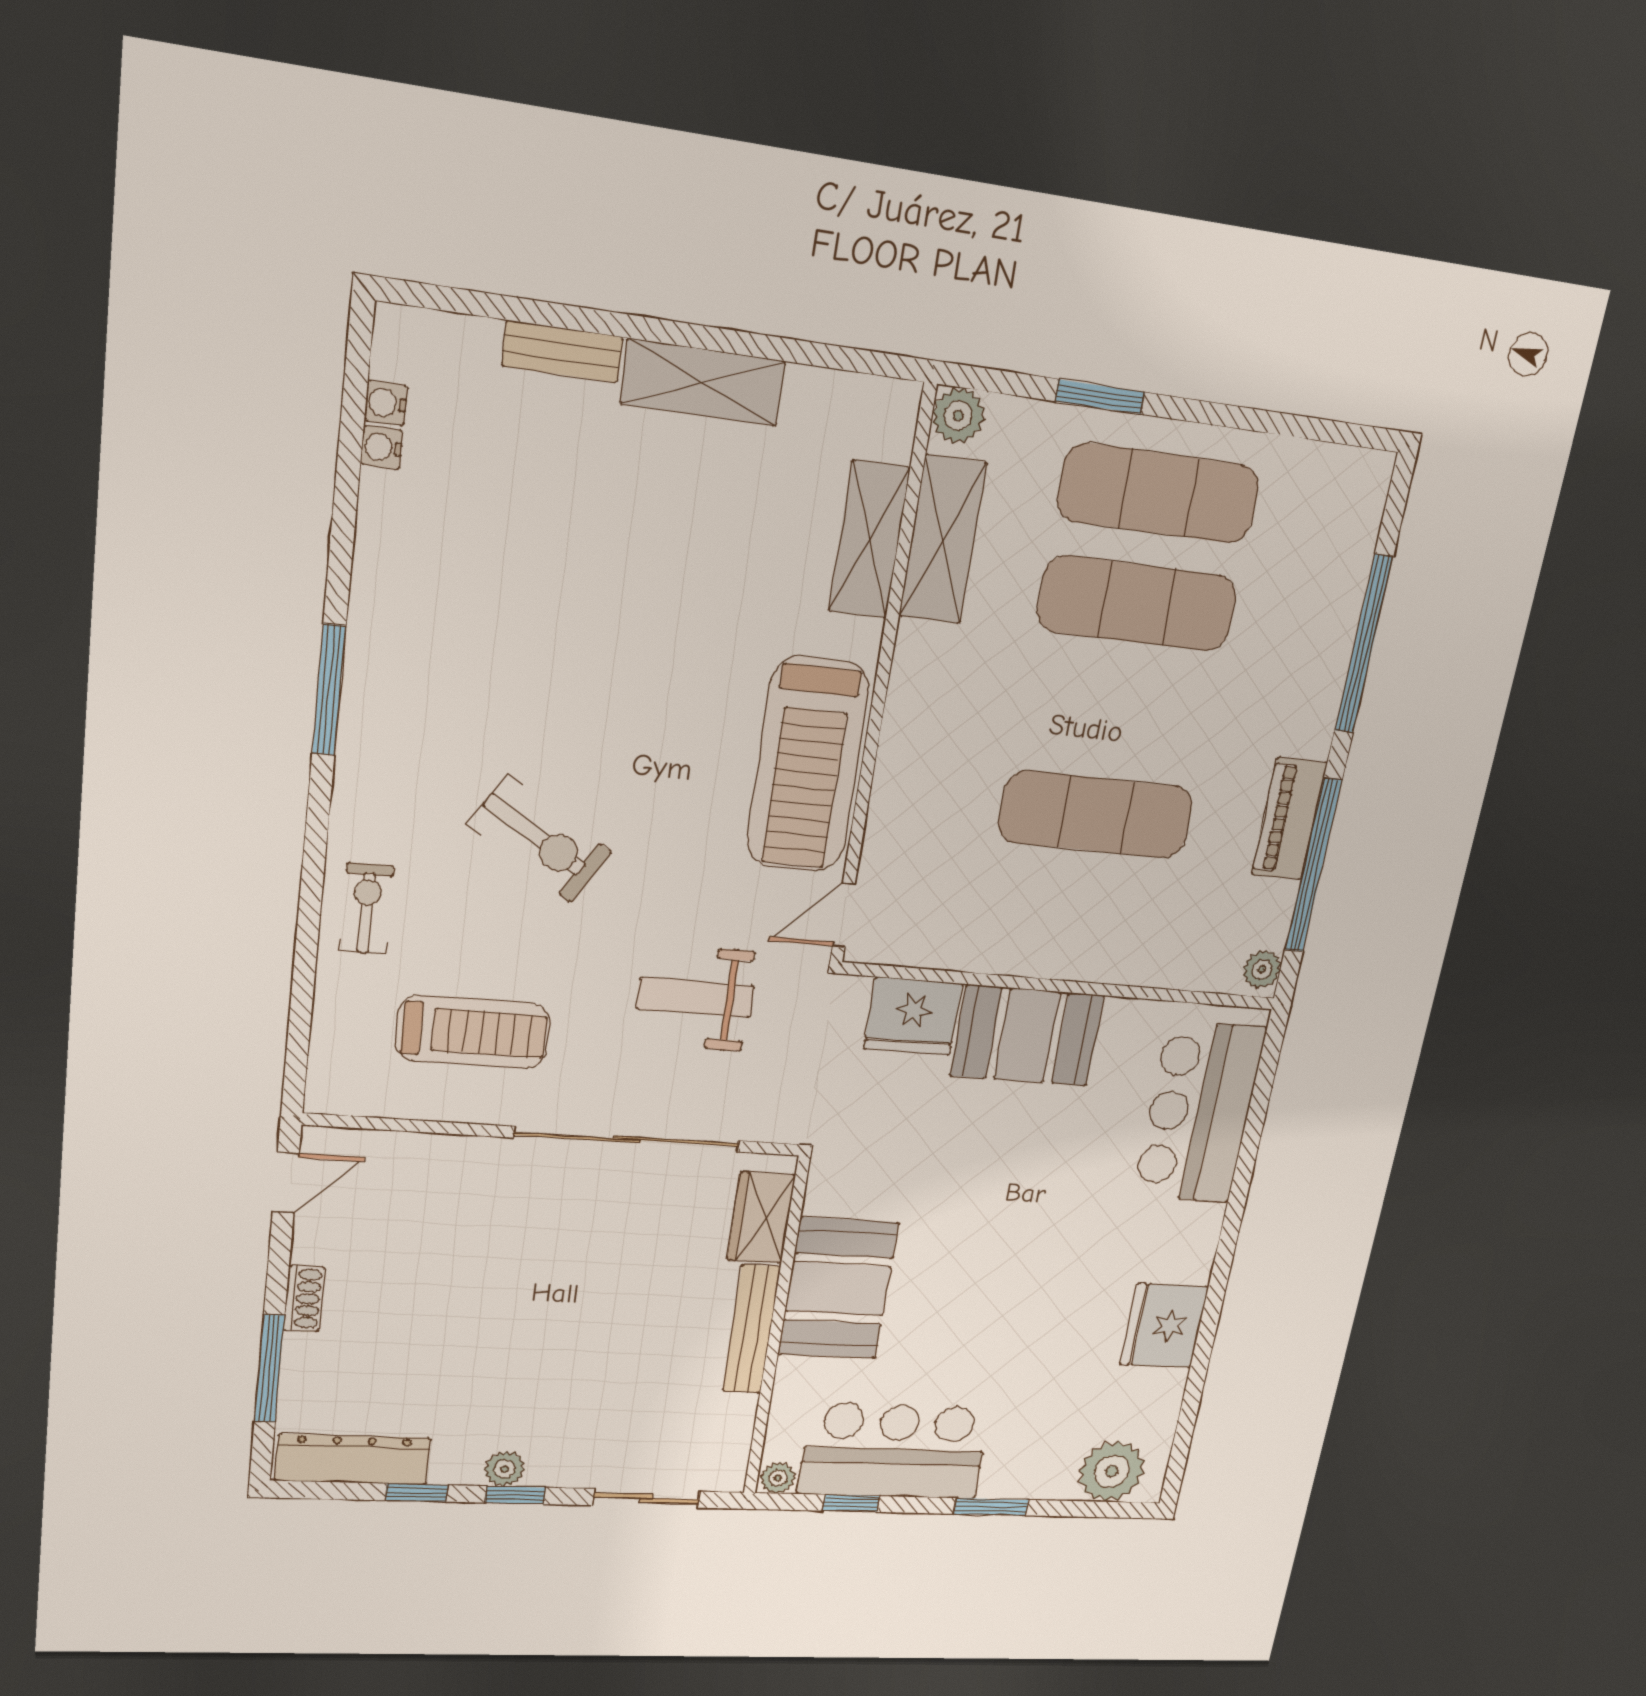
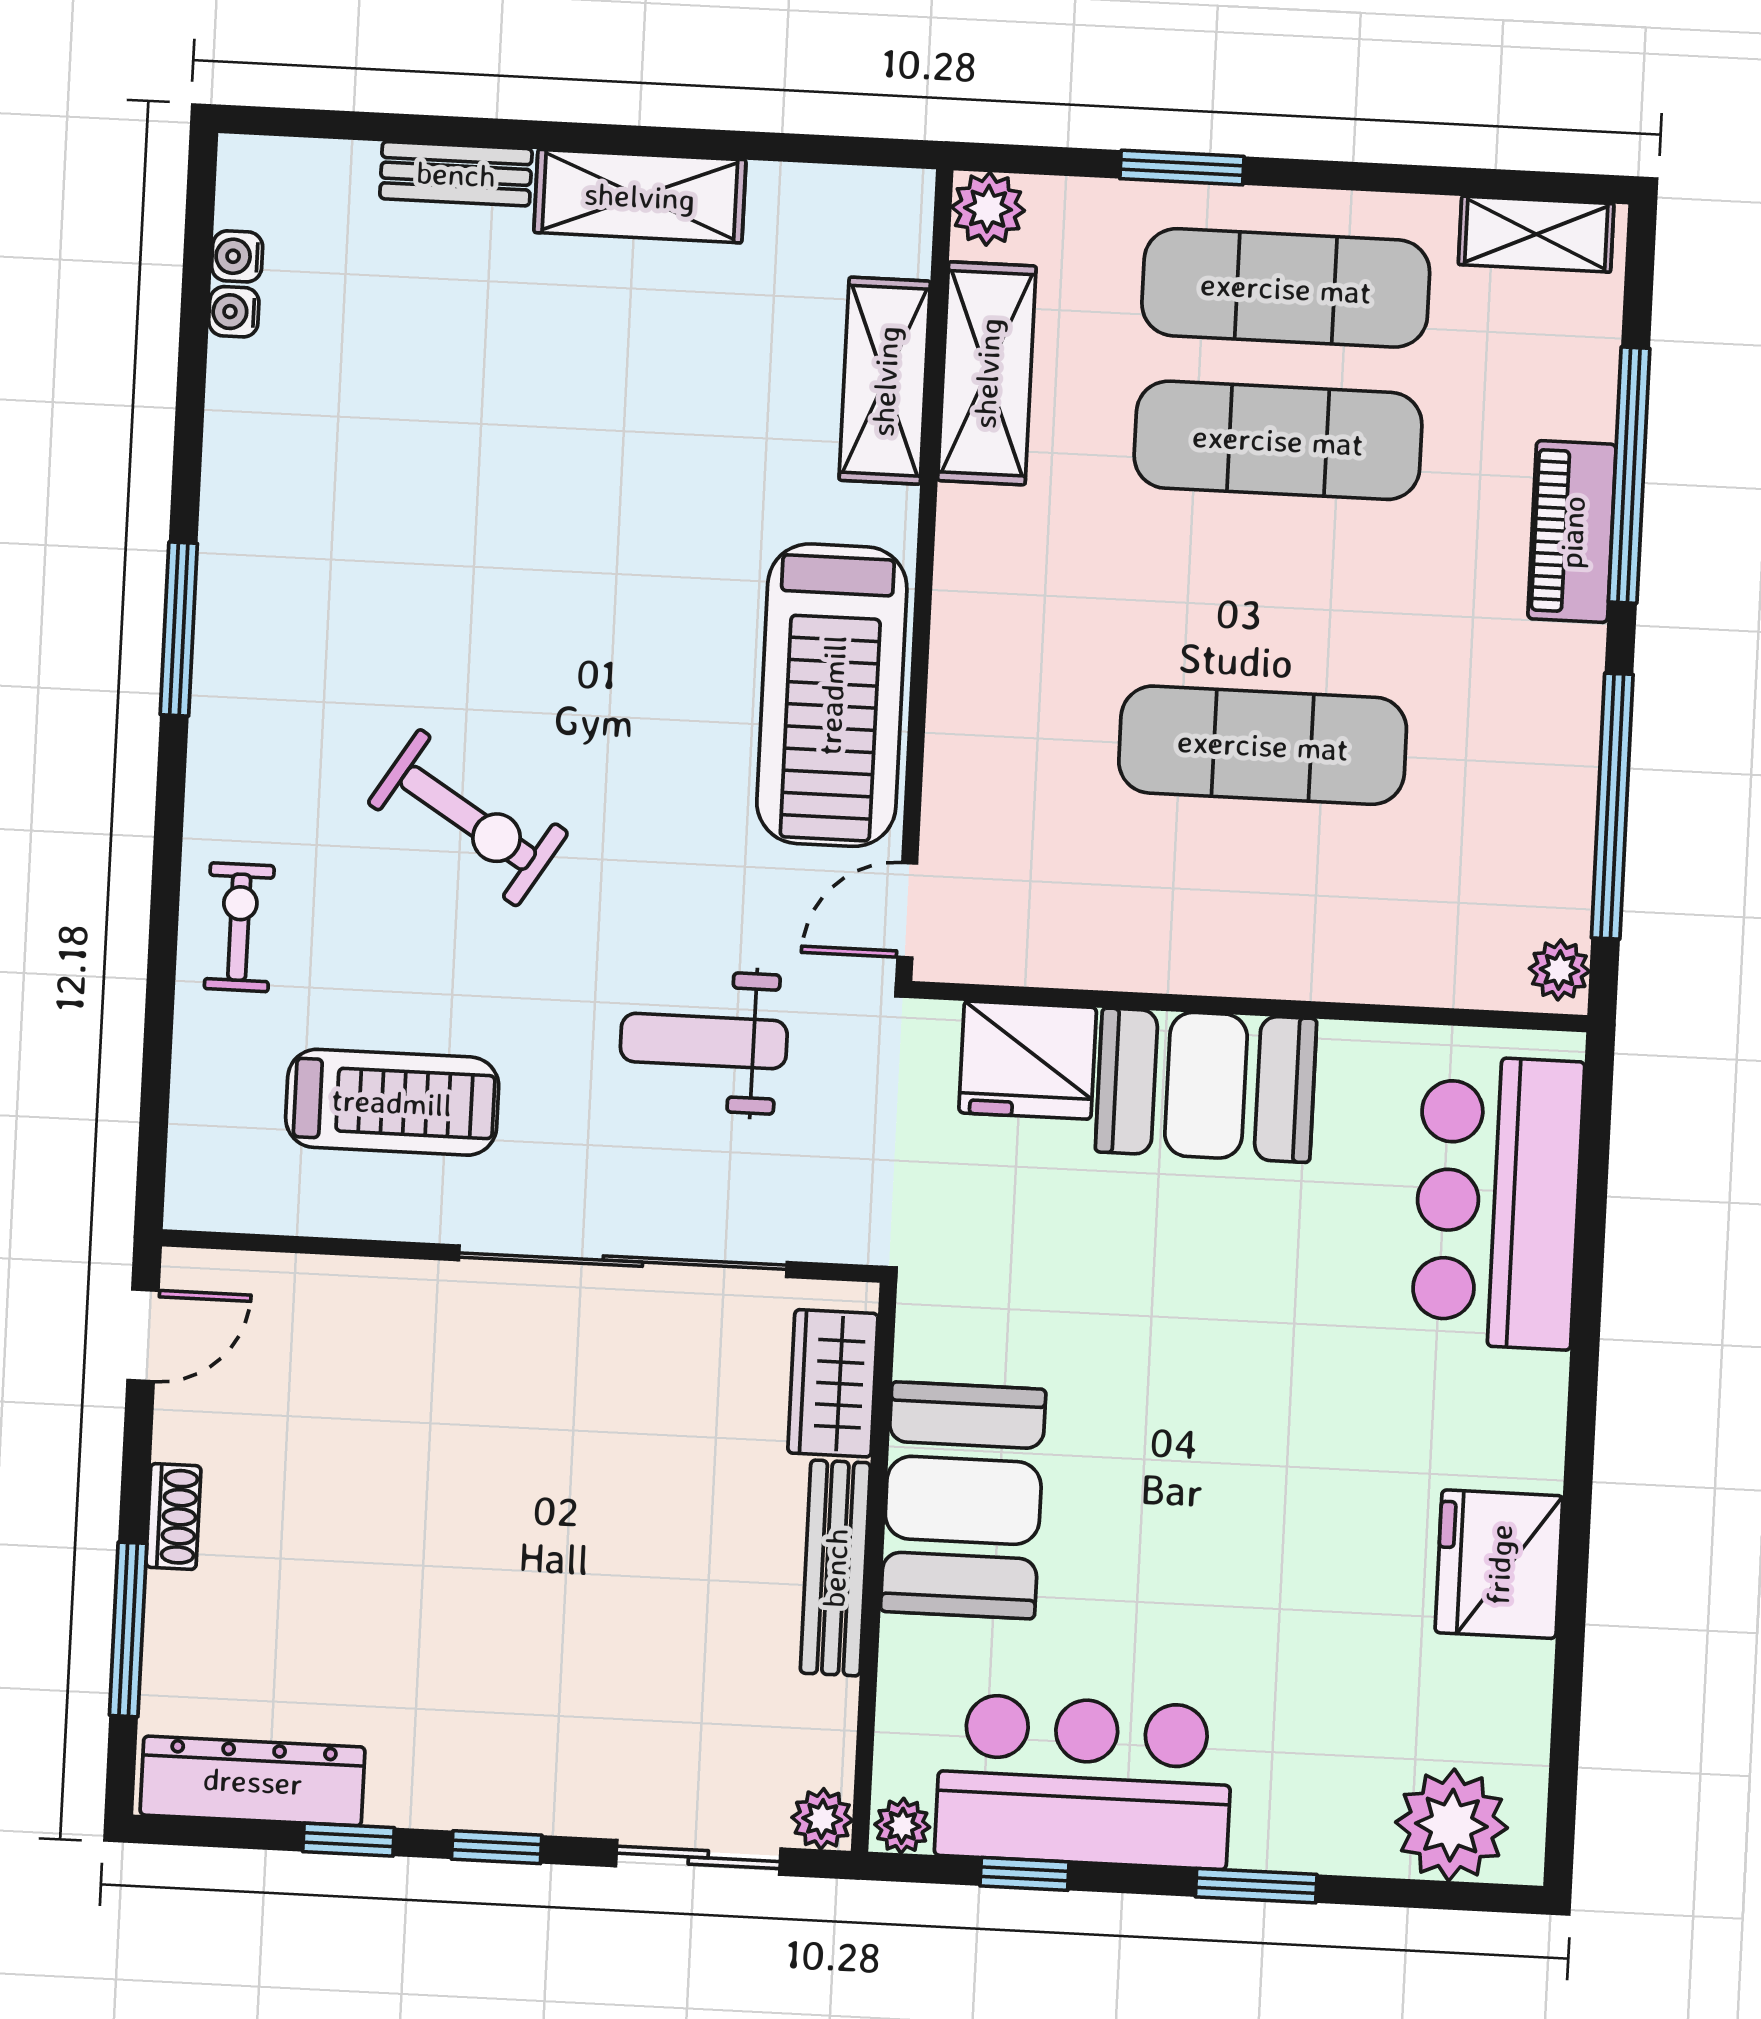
shelving: (1333, 468) -> (1536, 234), added
piano: (1289, 819) -> (1572, 532), moved
plant: (505, 1469) -> (822, 1819), moved

